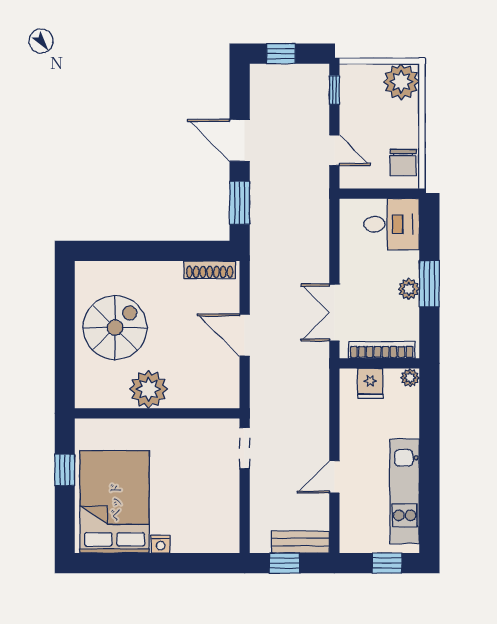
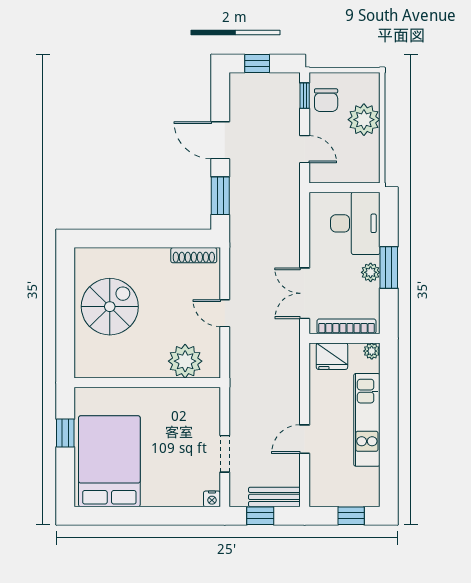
plant: (401, 82) -> (364, 120), moved
chair: (403, 163) -> (326, 100), moved
desk: (392, 224) -> (355, 223), width x1.37
door: (245, 335) -> (225, 313), width x0.73
fridge: (370, 383) -> (332, 356), width x1.38
plant: (148, 389) -> (185, 361), moved
doorway: (245, 448) -> (225, 454), moved
kitchen unit: (405, 491) -> (367, 420), moved
nightstand: (161, 544) -> (212, 499), moved

